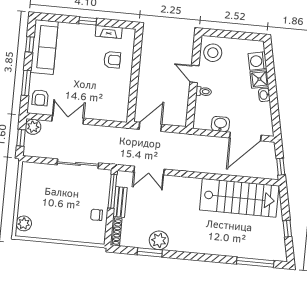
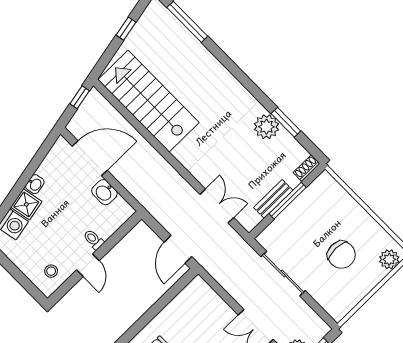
stool: (213, 53) -> (51, 271), width x0.53, depth x0.53
door: (150, 127) -> (178, 249), hinge flipped
window: (112, 191) -> (288, 201), moved
chair: (97, 215) -> (341, 255), moved, width x1.87, depth x1.87
shoe rack: (116, 232) -> (307, 168), width x0.70

